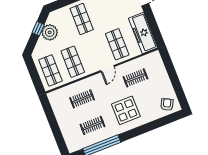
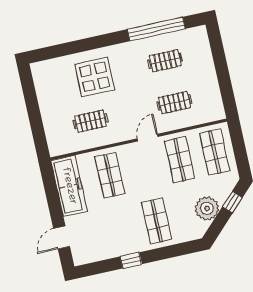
window: (38, 29) -> (232, 202), moved
door: (107, 69) -> (148, 138), moved
armchair: (167, 105) -> (50, 74), removed
display table: (126, 110) -> (95, 77), moved

